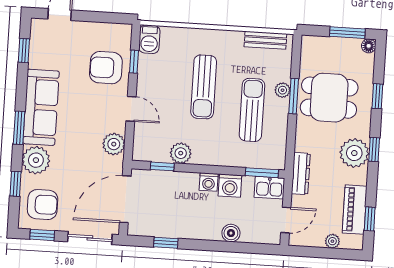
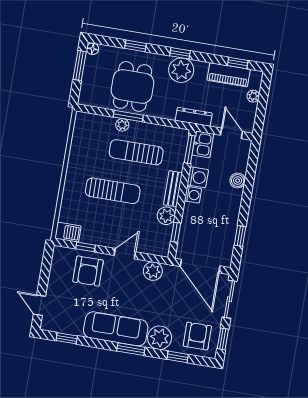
bench: (265, 40) -> (173, 189), moved

